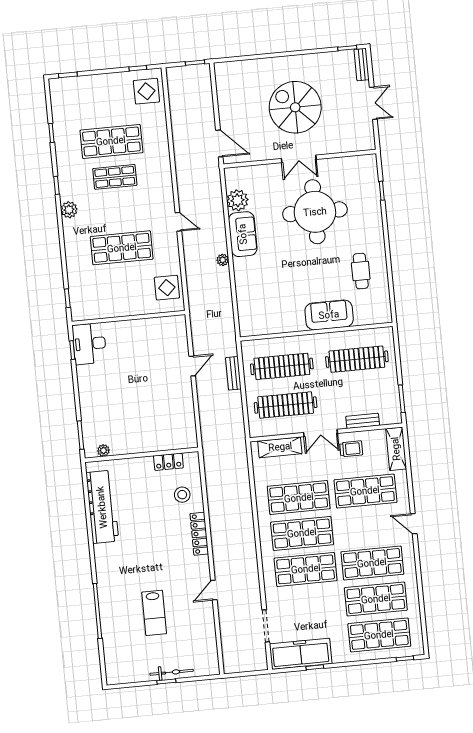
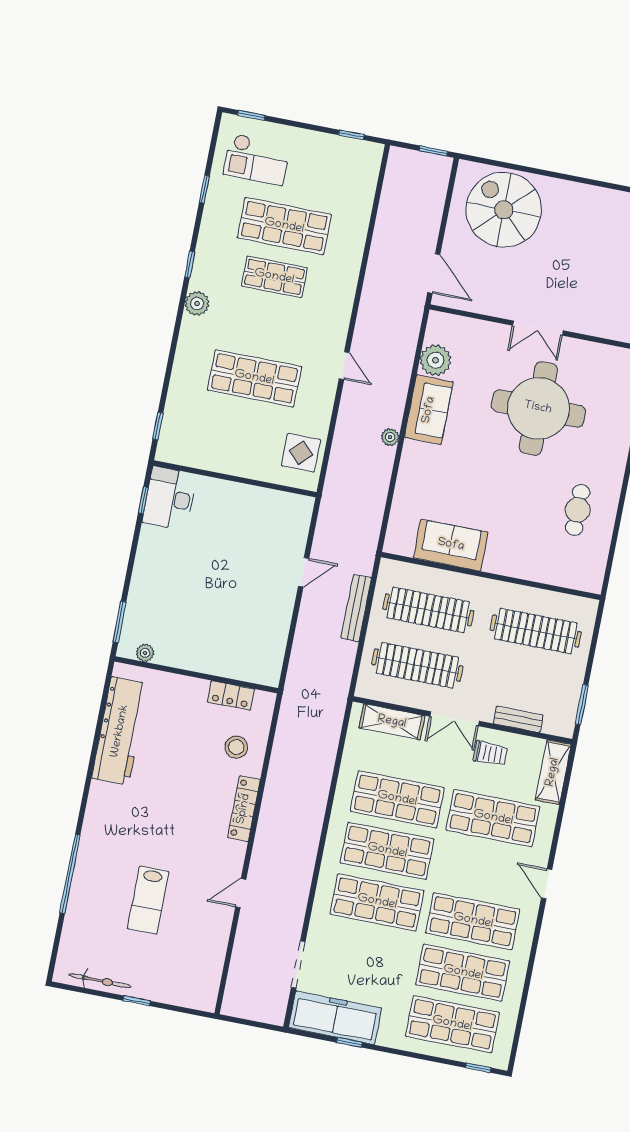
display table: (146, 91) -> (354, 171), removed
checkout: (80, 103) -> (257, 159), added
spiral stairs: (295, 107) -> (504, 210), moved
sofa: (329, 315) -> (451, 545), moved
bench: (233, 373) -> (356, 608), width x1.36
bicycle: (172, 672) -> (100, 981), moved

